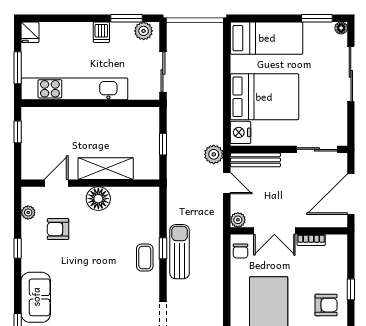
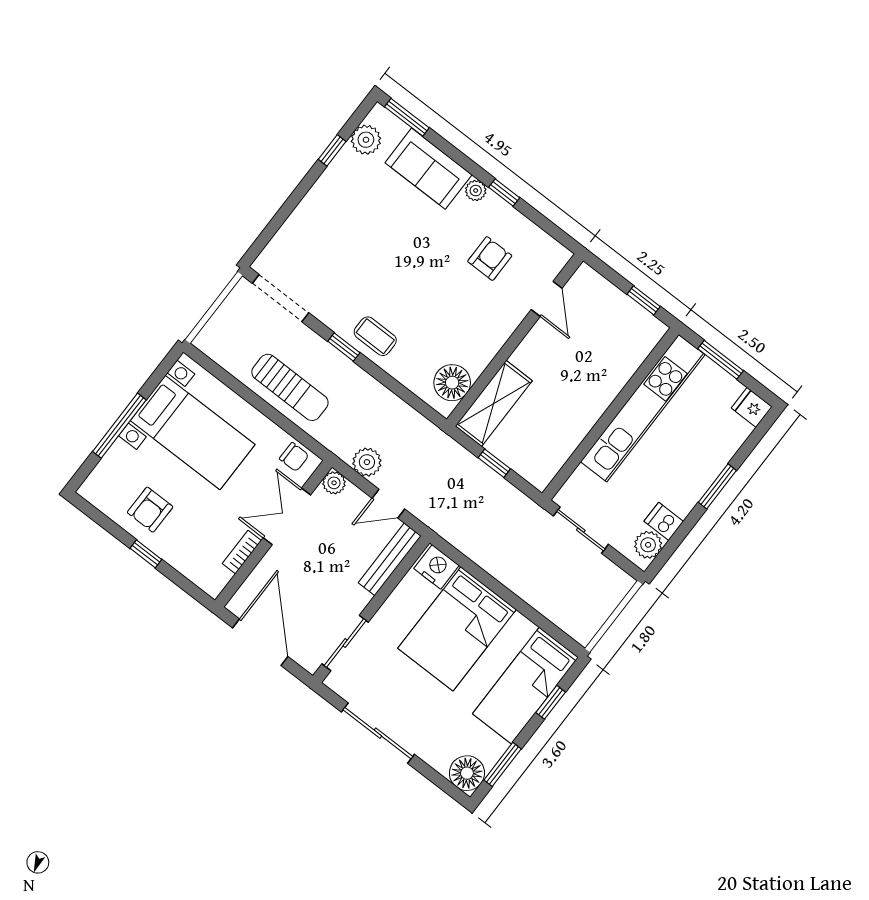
window: (126, 18) -> (717, 486), moved
window: (265, 18) -> (551, 702), added
floor lamp: (341, 28) -> (467, 773), width x1.89, depth x1.89
dishwasher: (101, 32) -> (664, 521), moved
sliding door: (351, 74) -> (378, 733), moved
plant: (214, 154) -> (367, 462), moved
shelving: (106, 169) -> (494, 403), moved
floor lamp: (98, 199) -> (452, 383), moved
plant: (28, 212) -> (476, 191), moved
window: (163, 248) -> (344, 347), moved
chair: (240, 251) -> (294, 457), turned 180
sun lounger: (180, 252) -> (290, 387), moved

